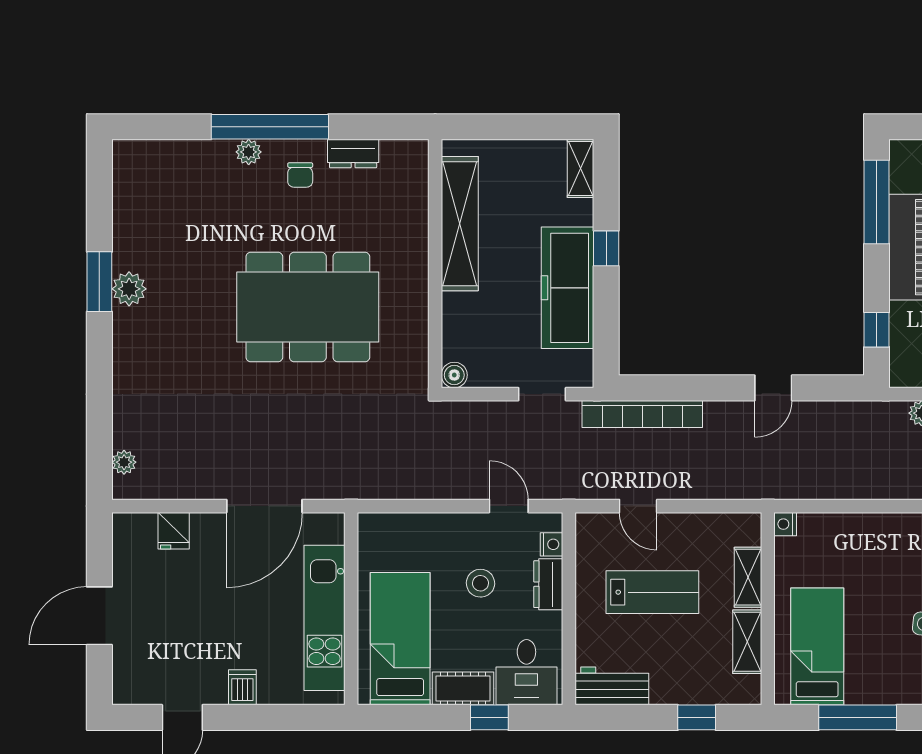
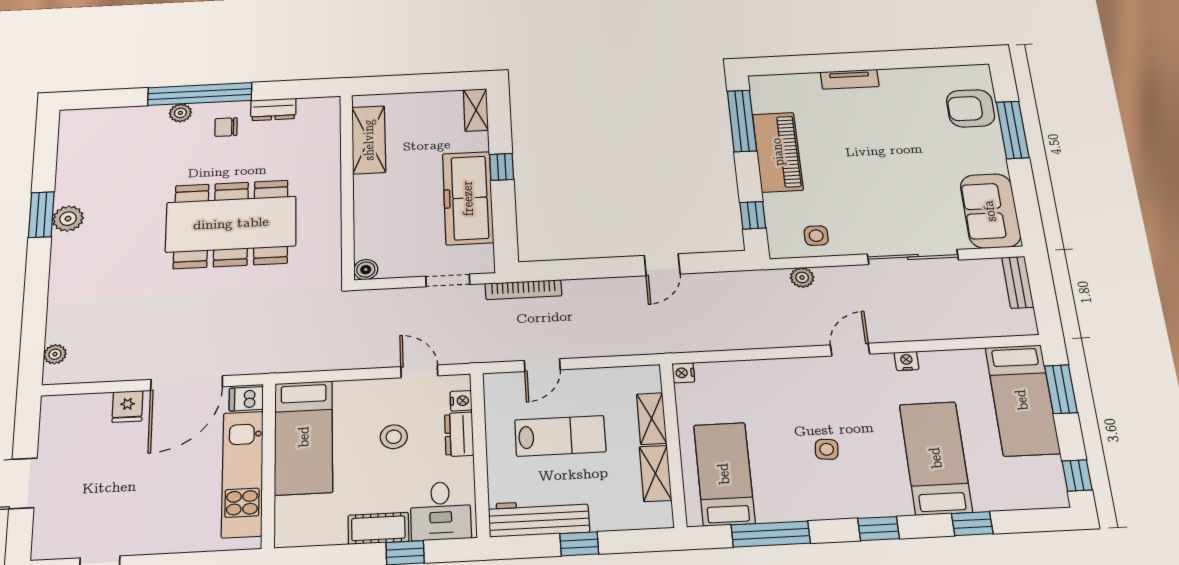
chair: (300, 175) -> (226, 127), turned 90
shelving: (460, 224) -> (369, 140), width x0.68
bookcase: (642, 414) -> (523, 290), width x0.68, depth x0.76
door: (638, 506) -> (542, 365), hinge flipped
fridge: (174, 531) -> (127, 406), moved
bed: (400, 639) -> (304, 437), moved, turned 180
workbench: (612, 686) -> (539, 518), width x1.38
dishwasher: (242, 687) -> (246, 399), moved, turned -90
window: (697, 717) -> (579, 544), moved

